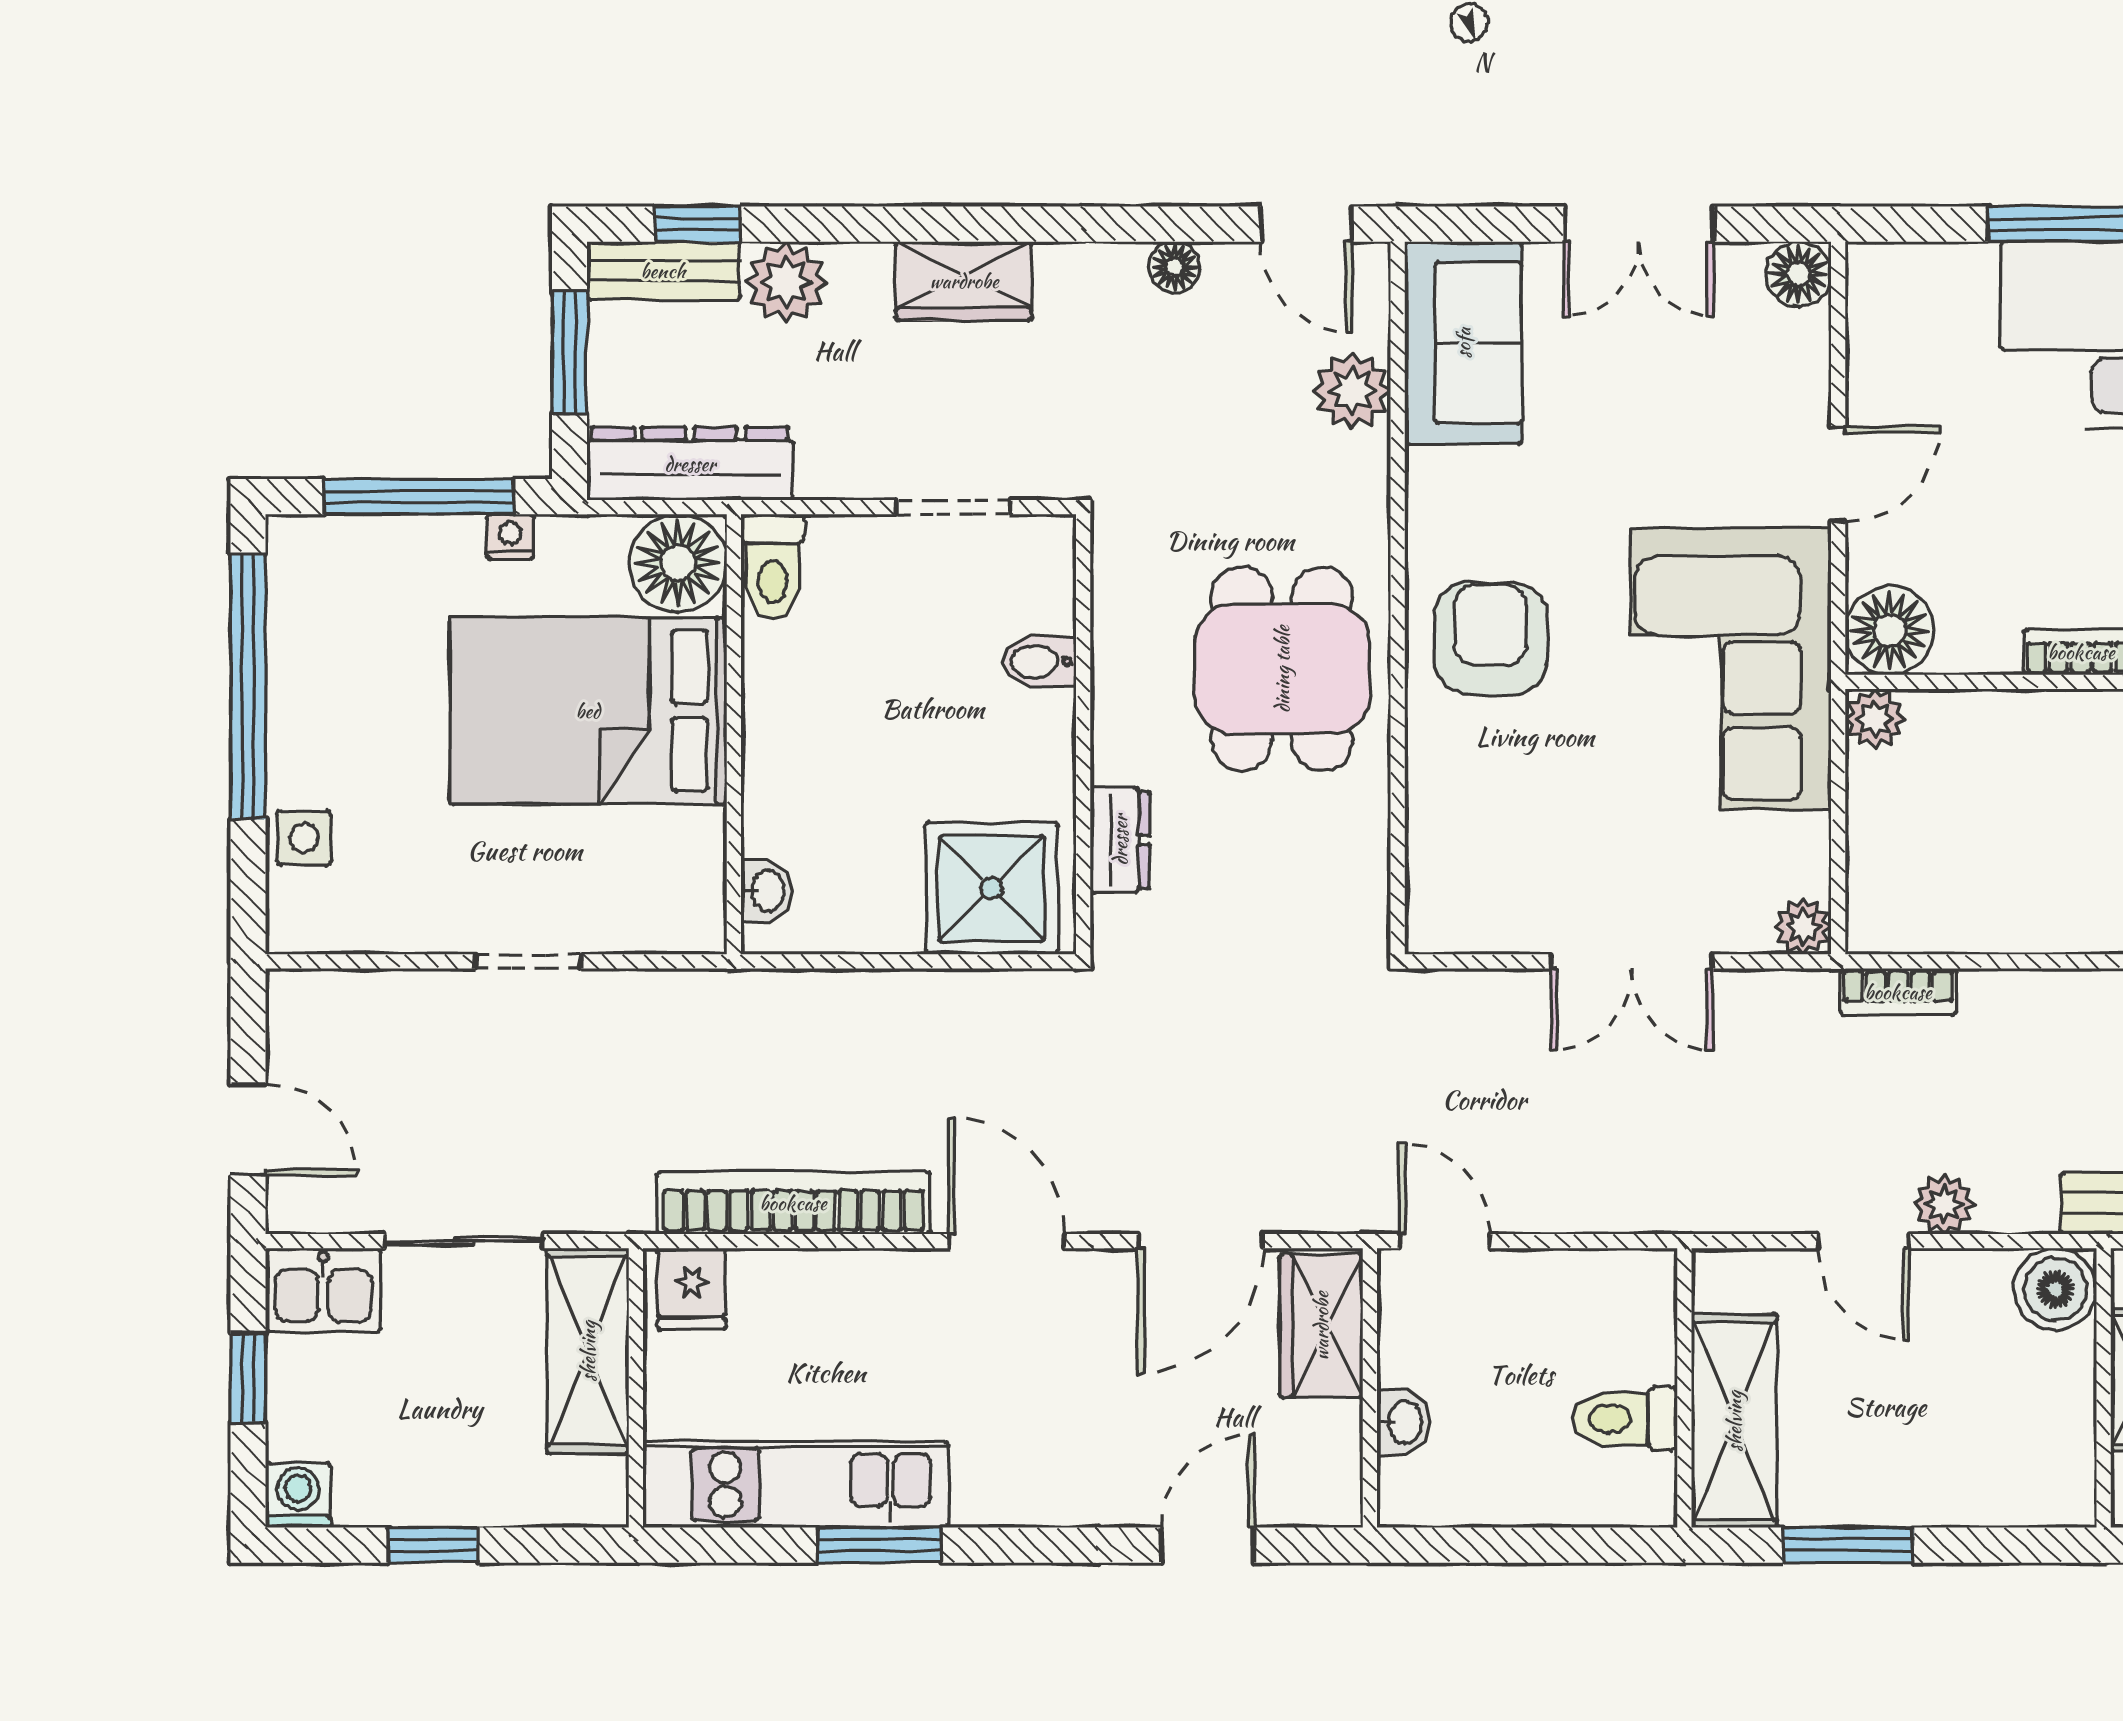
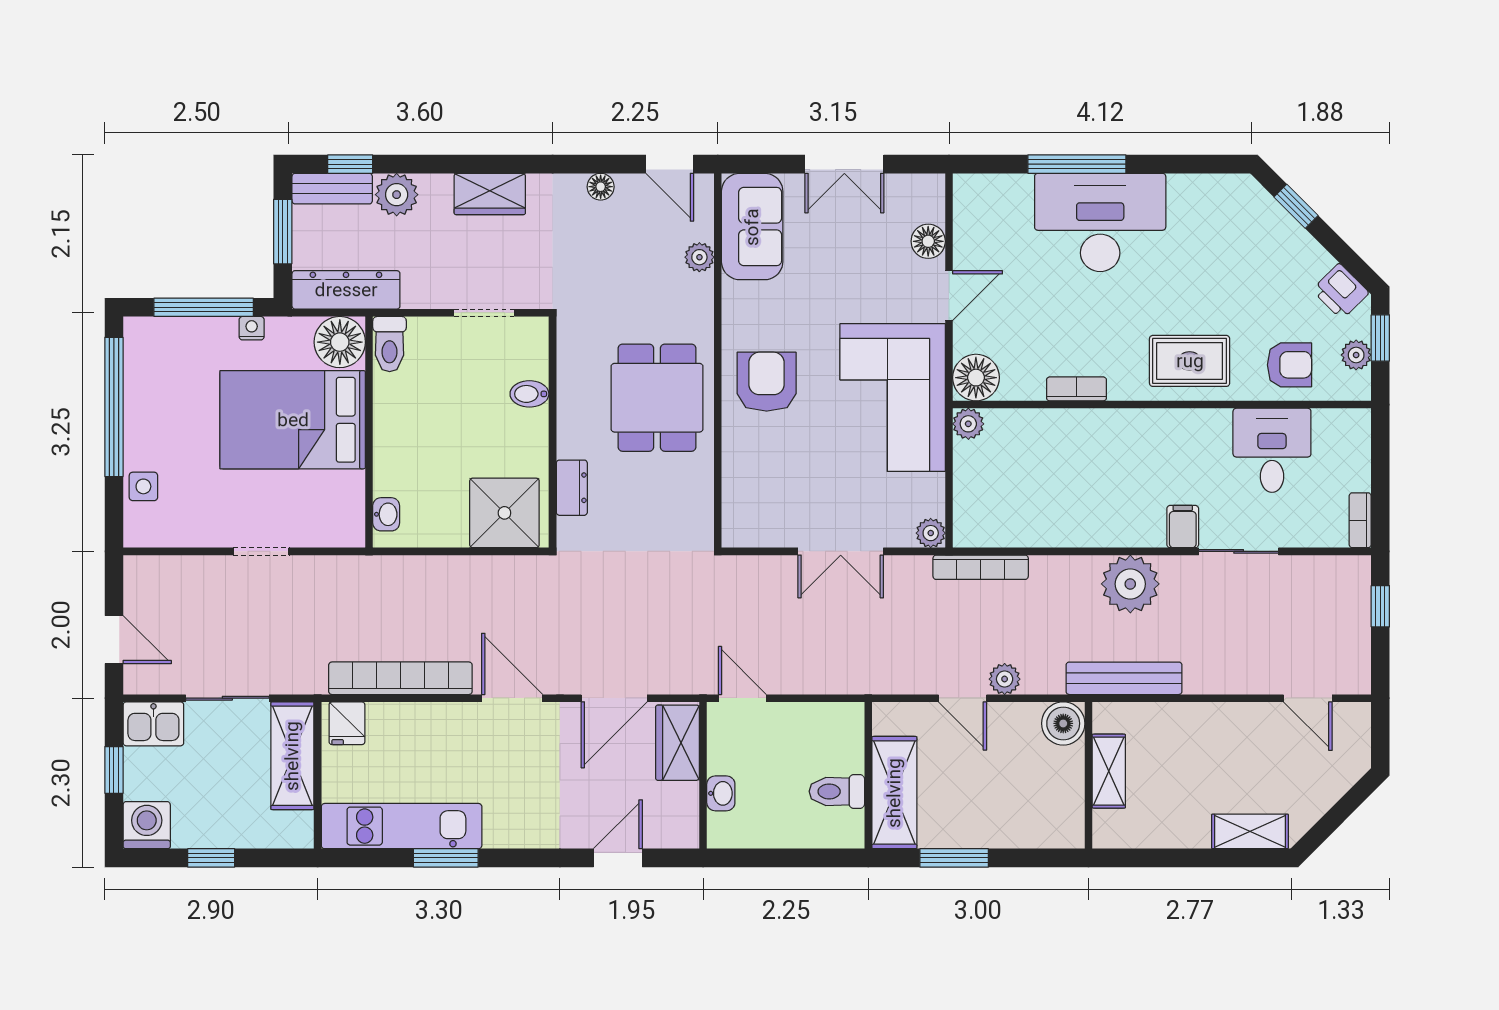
floor lamp: (1798, 274) -> (928, 241), moved
plant: (1352, 391) -> (699, 257), width x0.73, depth x0.73
bookcase: (1898, 992) -> (981, 567), width x1.56
washing machine: (298, 1495) -> (147, 825), width x1.38, depth x1.38

